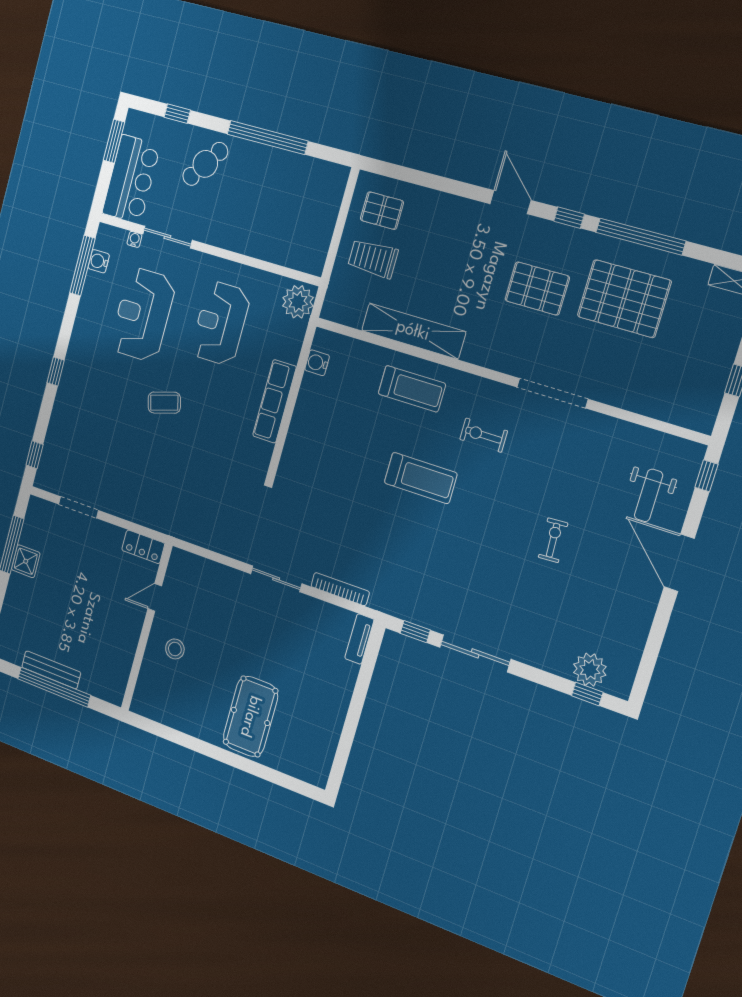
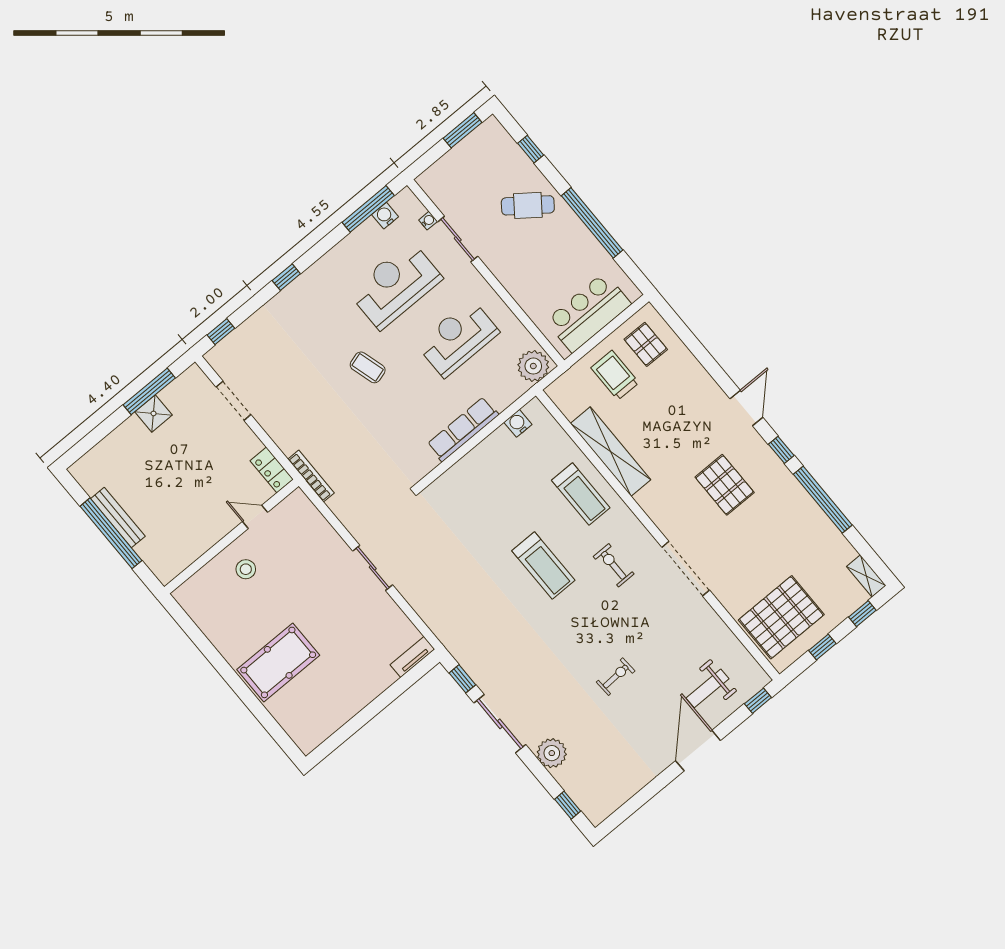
bar counter: (131, 179) -> (588, 313), moved, turned 180
pallet: (624, 299) -> (781, 617), moved, turned 90
bookcase: (340, 589) -> (311, 476), moved
plant: (590, 670) -> (552, 753), moved

